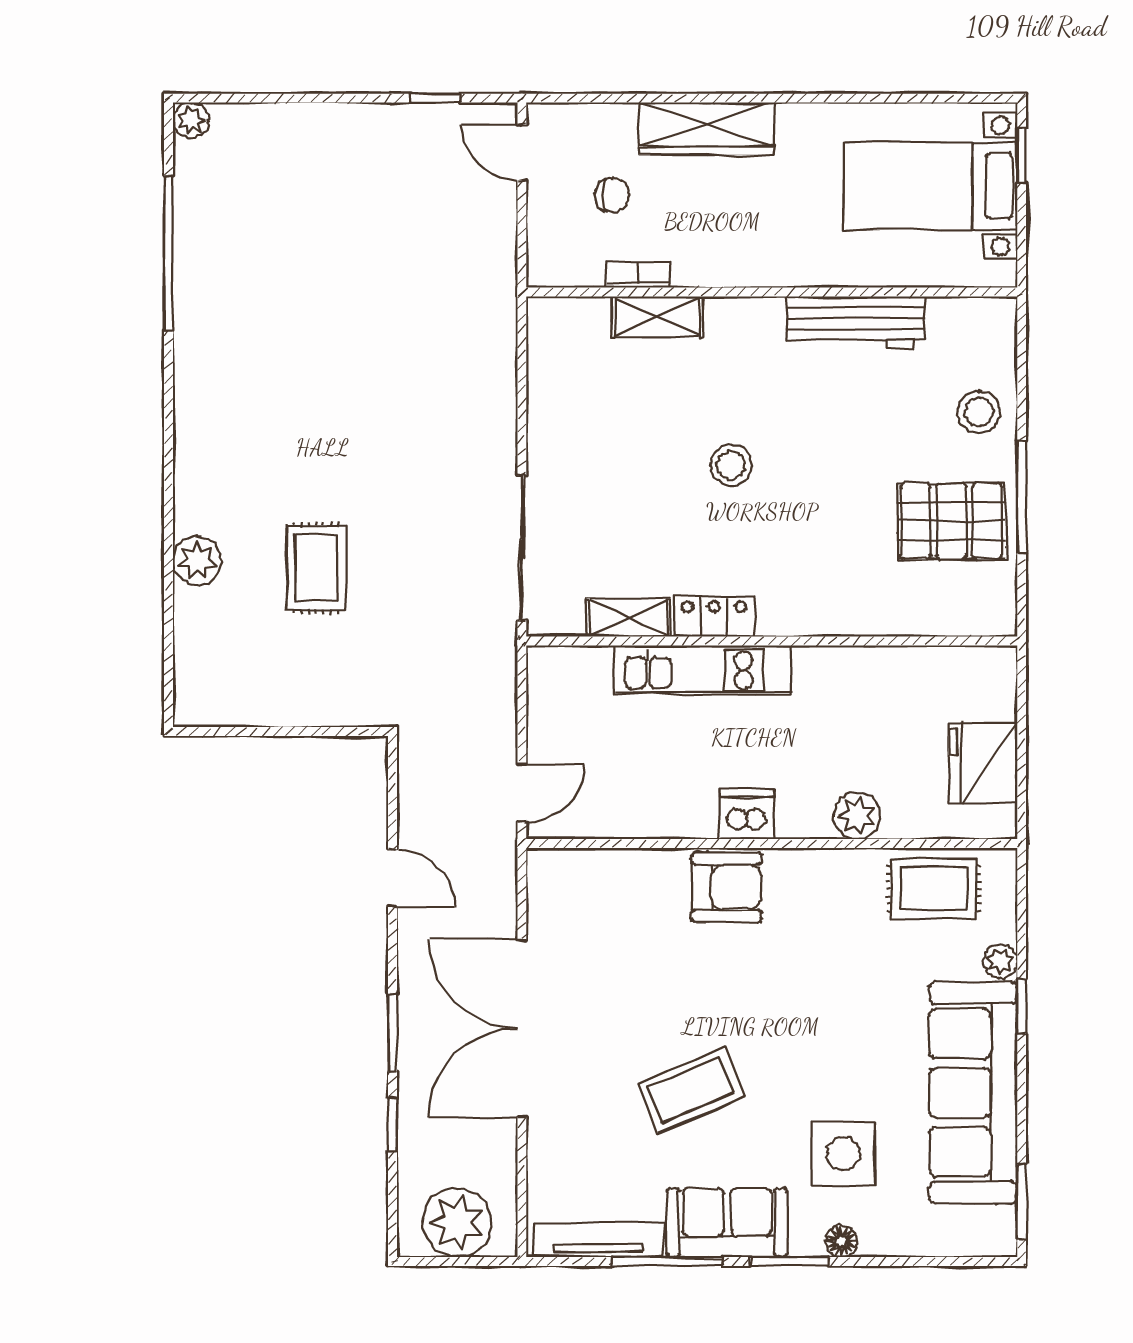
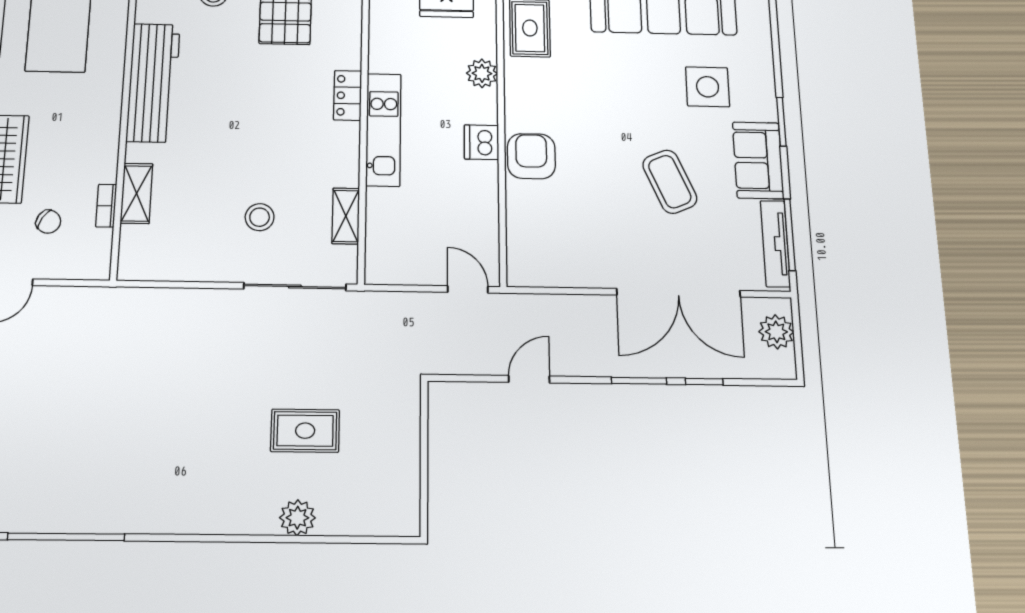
chair: (612, 195) -> (48, 222), turned 121
workbench: (856, 322) -> (153, 82), width x1.36, depth x1.32
stool: (731, 465) -> (260, 217), moved
locker: (714, 617) -> (348, 95), moved
kitchen unit: (703, 670) -> (383, 130), moved
double door: (522, 1028) -> (679, 293), moved
plant: (457, 1223) -> (776, 332), width x0.73, depth x0.73
floor lamp: (841, 1241) -> (766, 89), removed
window: (667, 1262) -> (790, 235), moved

